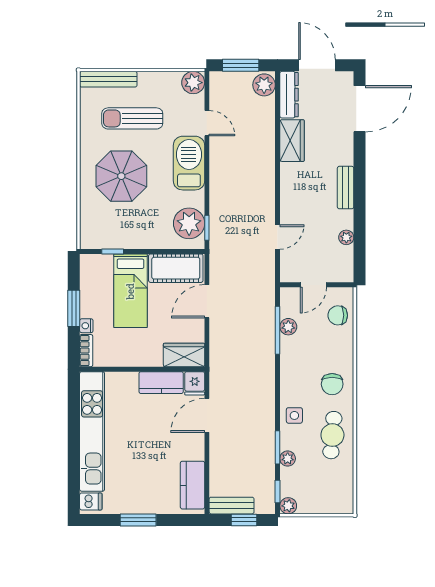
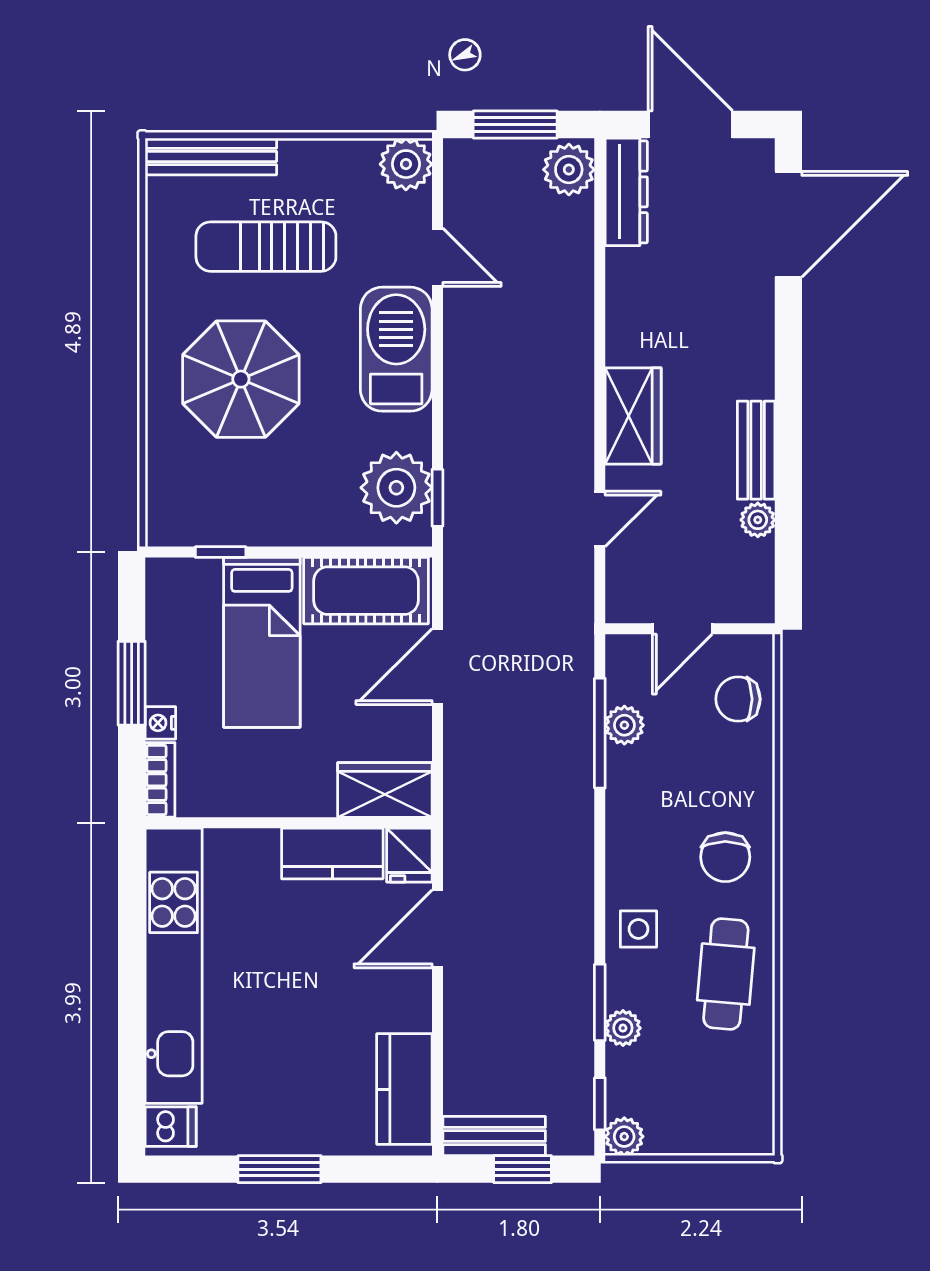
wardrobe: (292, 141) -> (633, 416), moved
bench: (346, 188) -> (756, 450), moved

